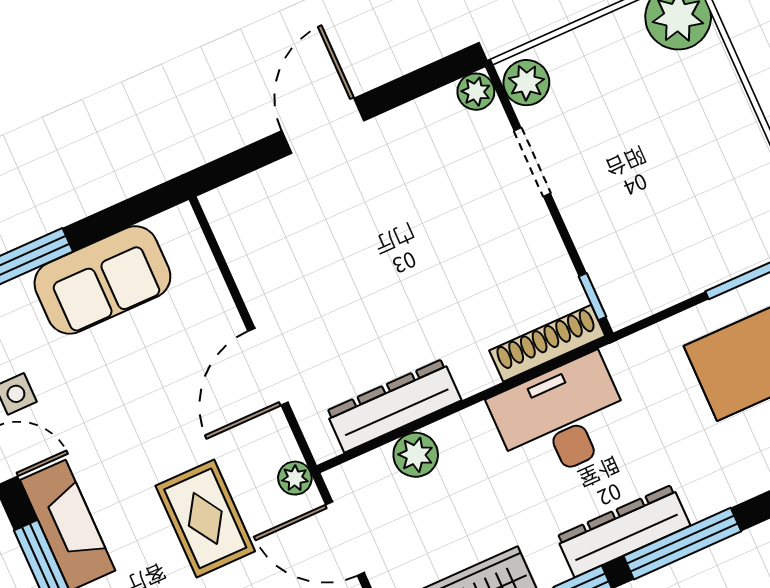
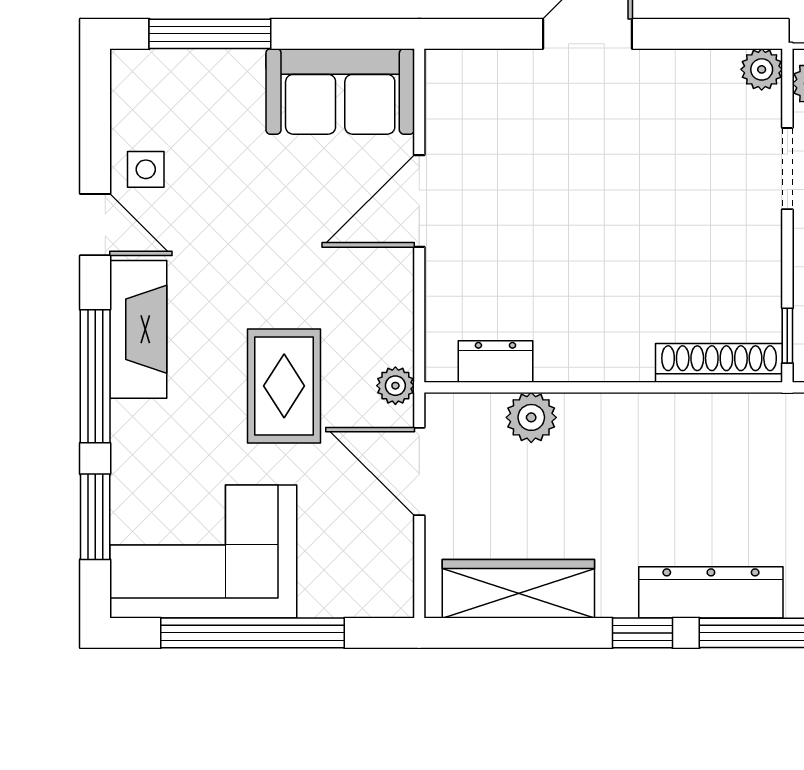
sofa: (102, 280) -> (340, 91), moved
door: (268, 367) -> (419, 201), moved
dresser: (394, 406) -> (495, 362), width x0.51, depth x0.80
desk: (561, 419) -> (699, 447), removed

